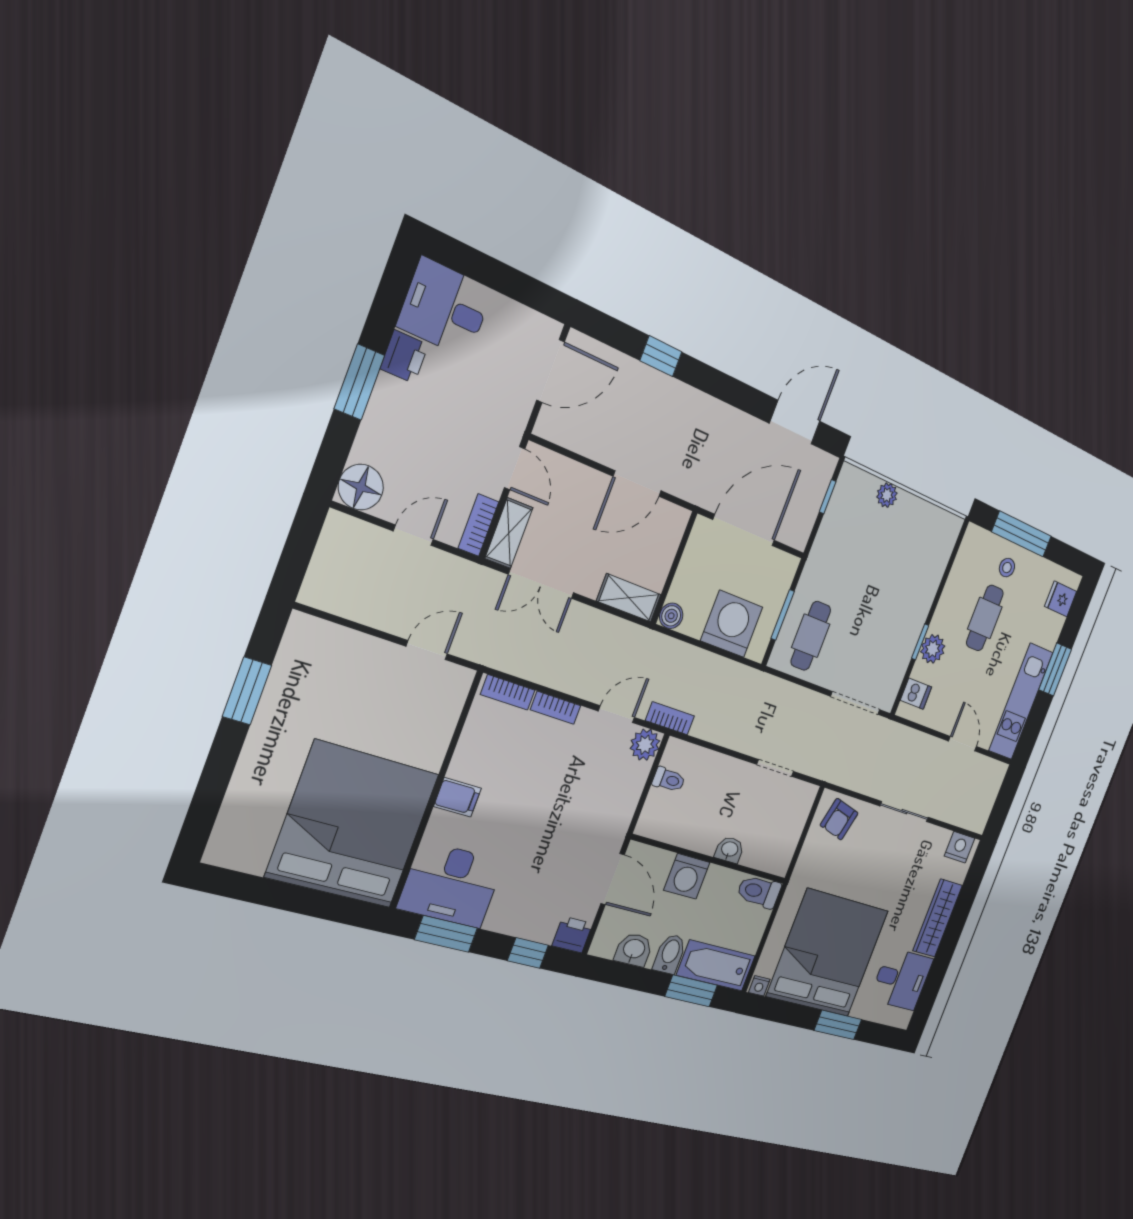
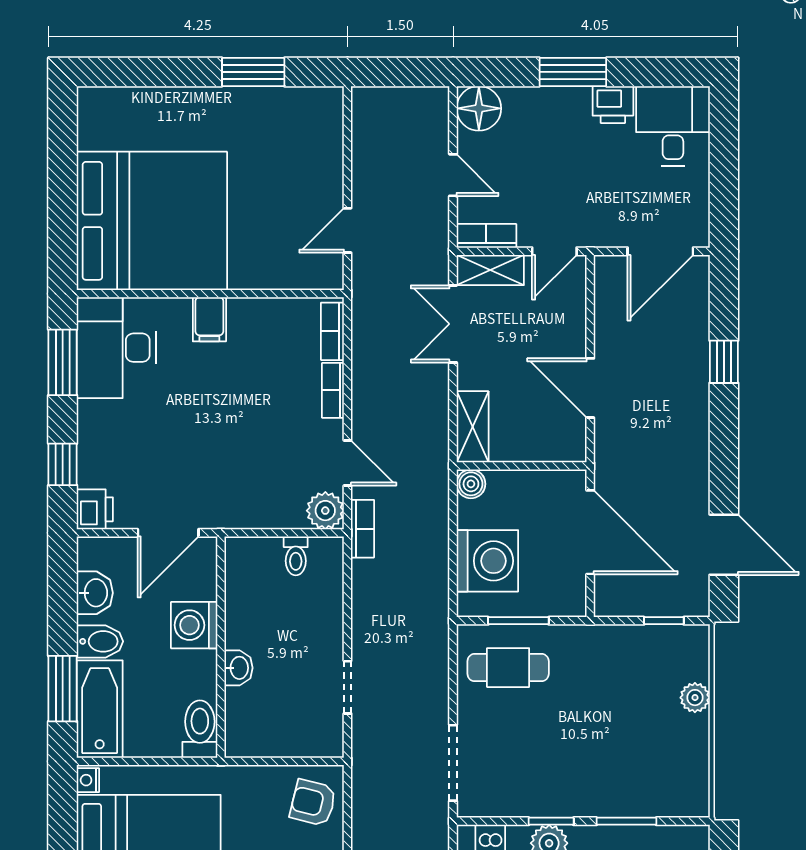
door: (551, 371) -> (660, 251), hinge flipped
window: (942, 584) -> (626, 821), added
door: (427, 650) -> (347, 230), swing flipped

